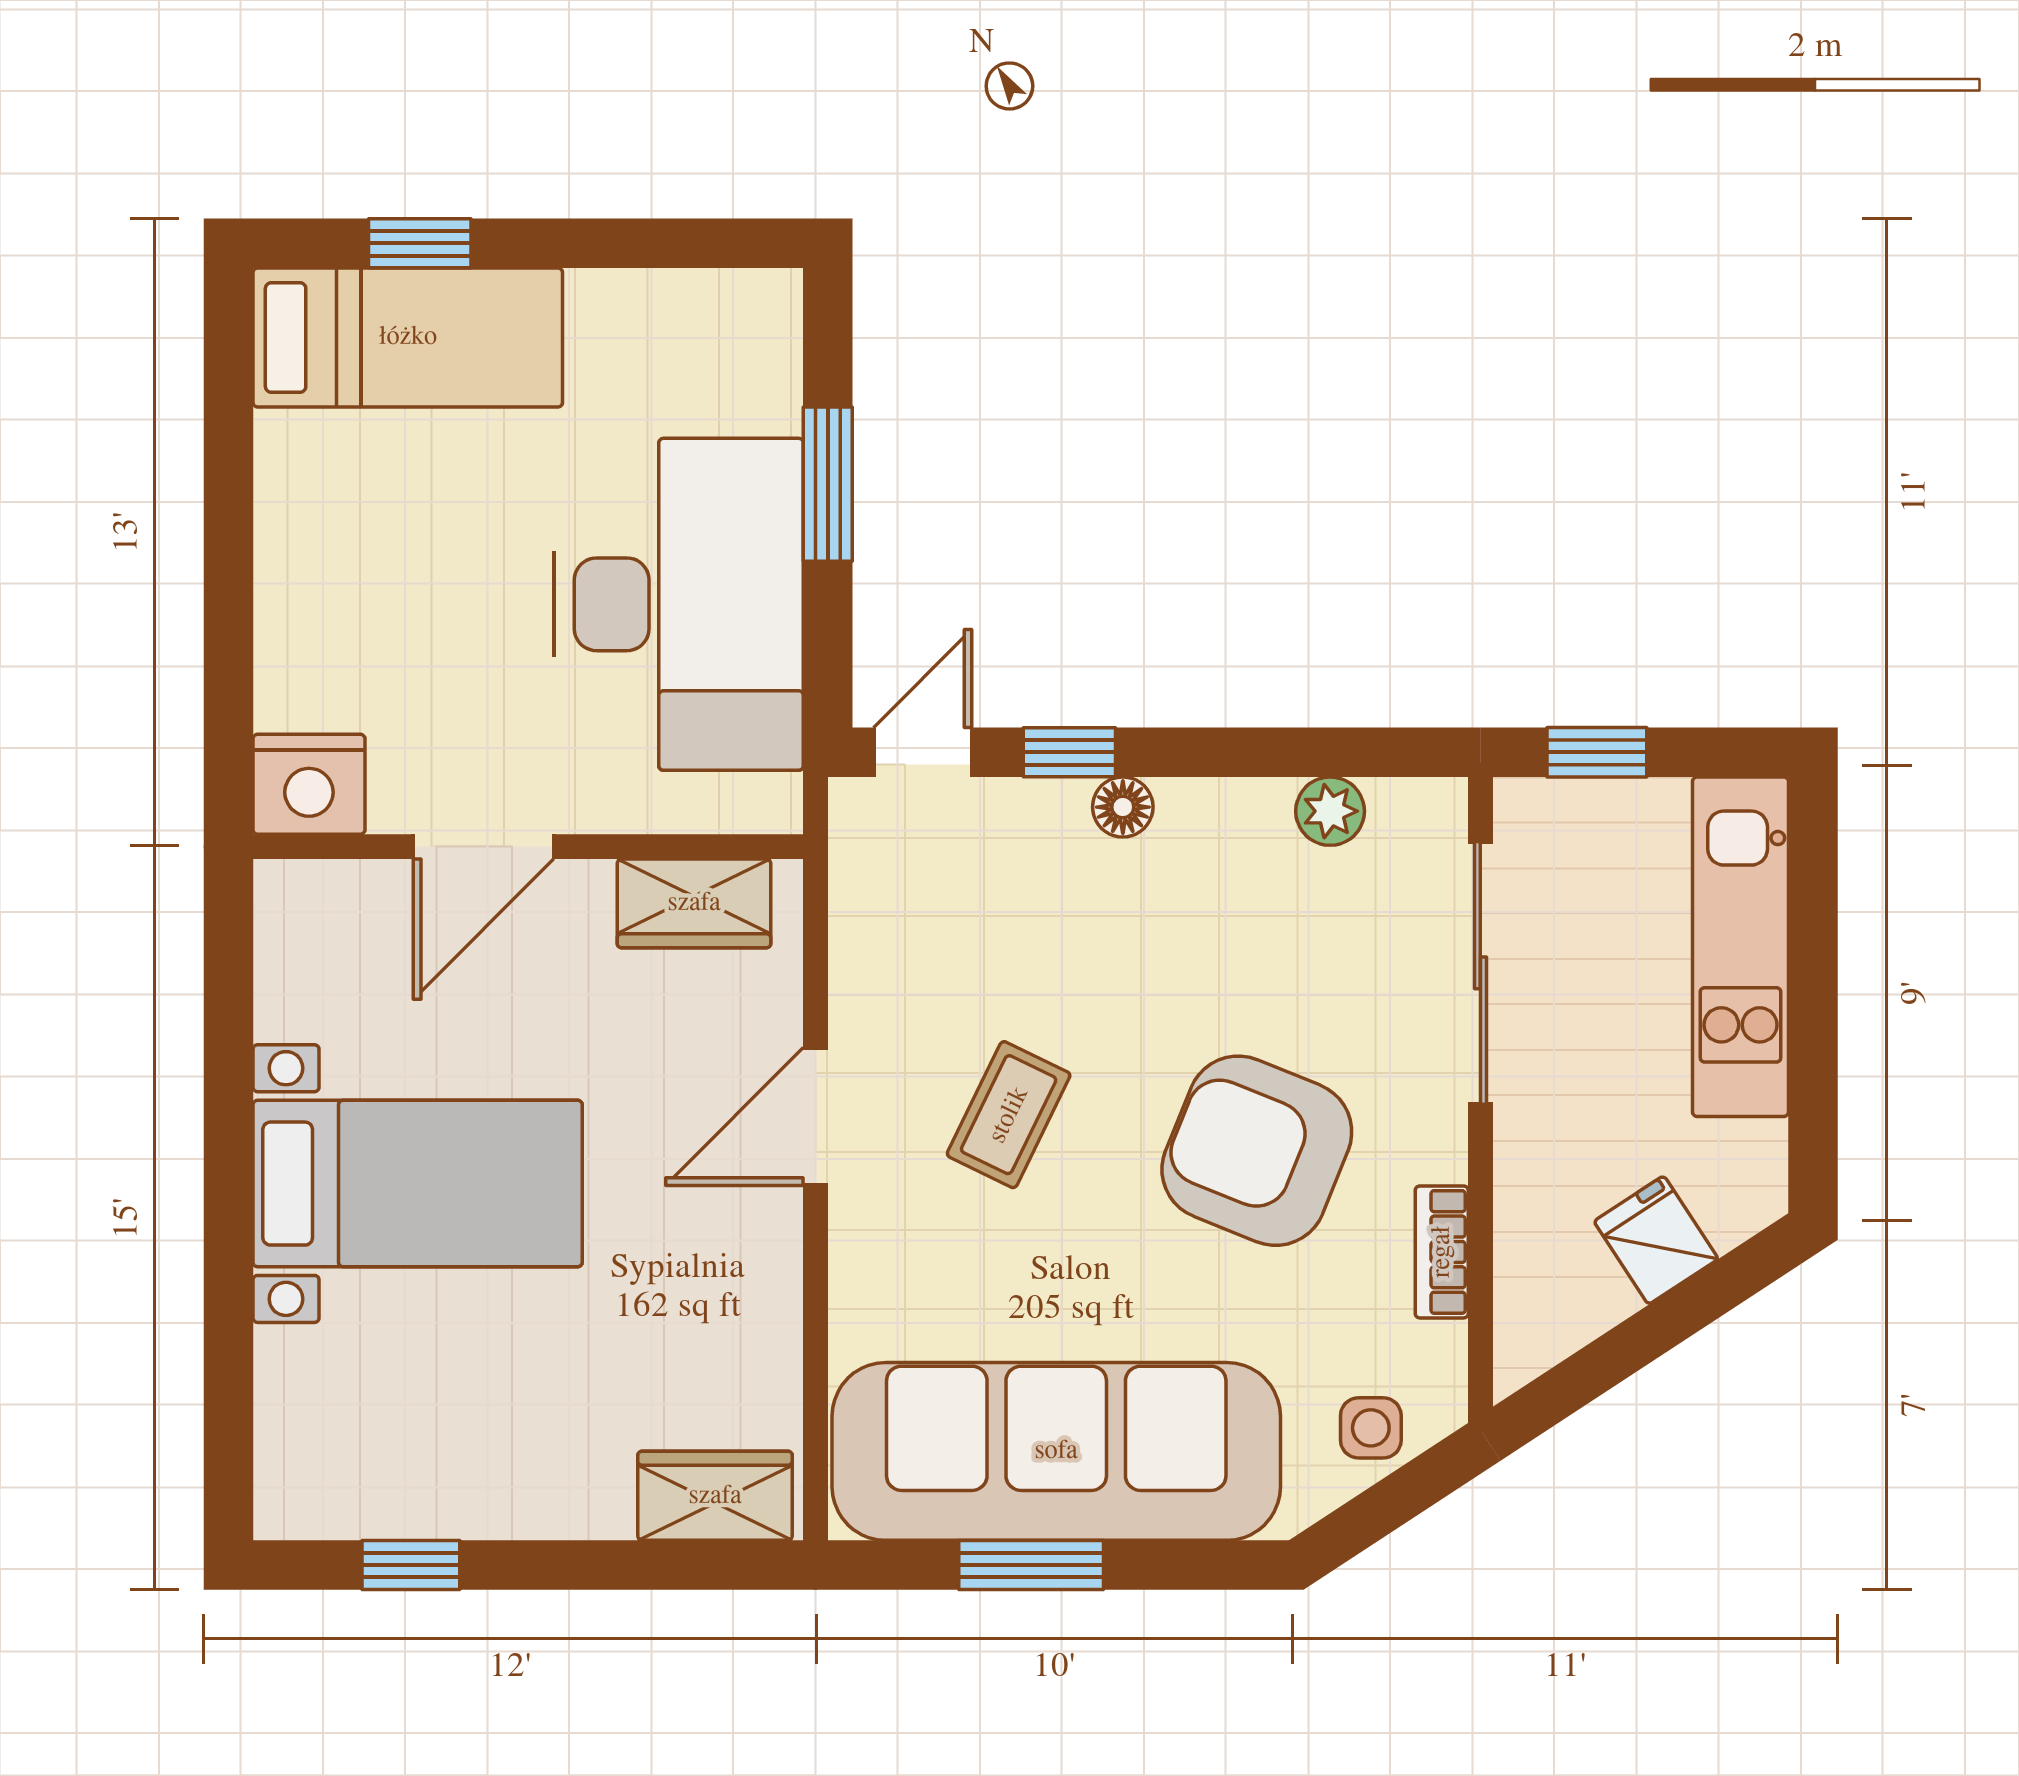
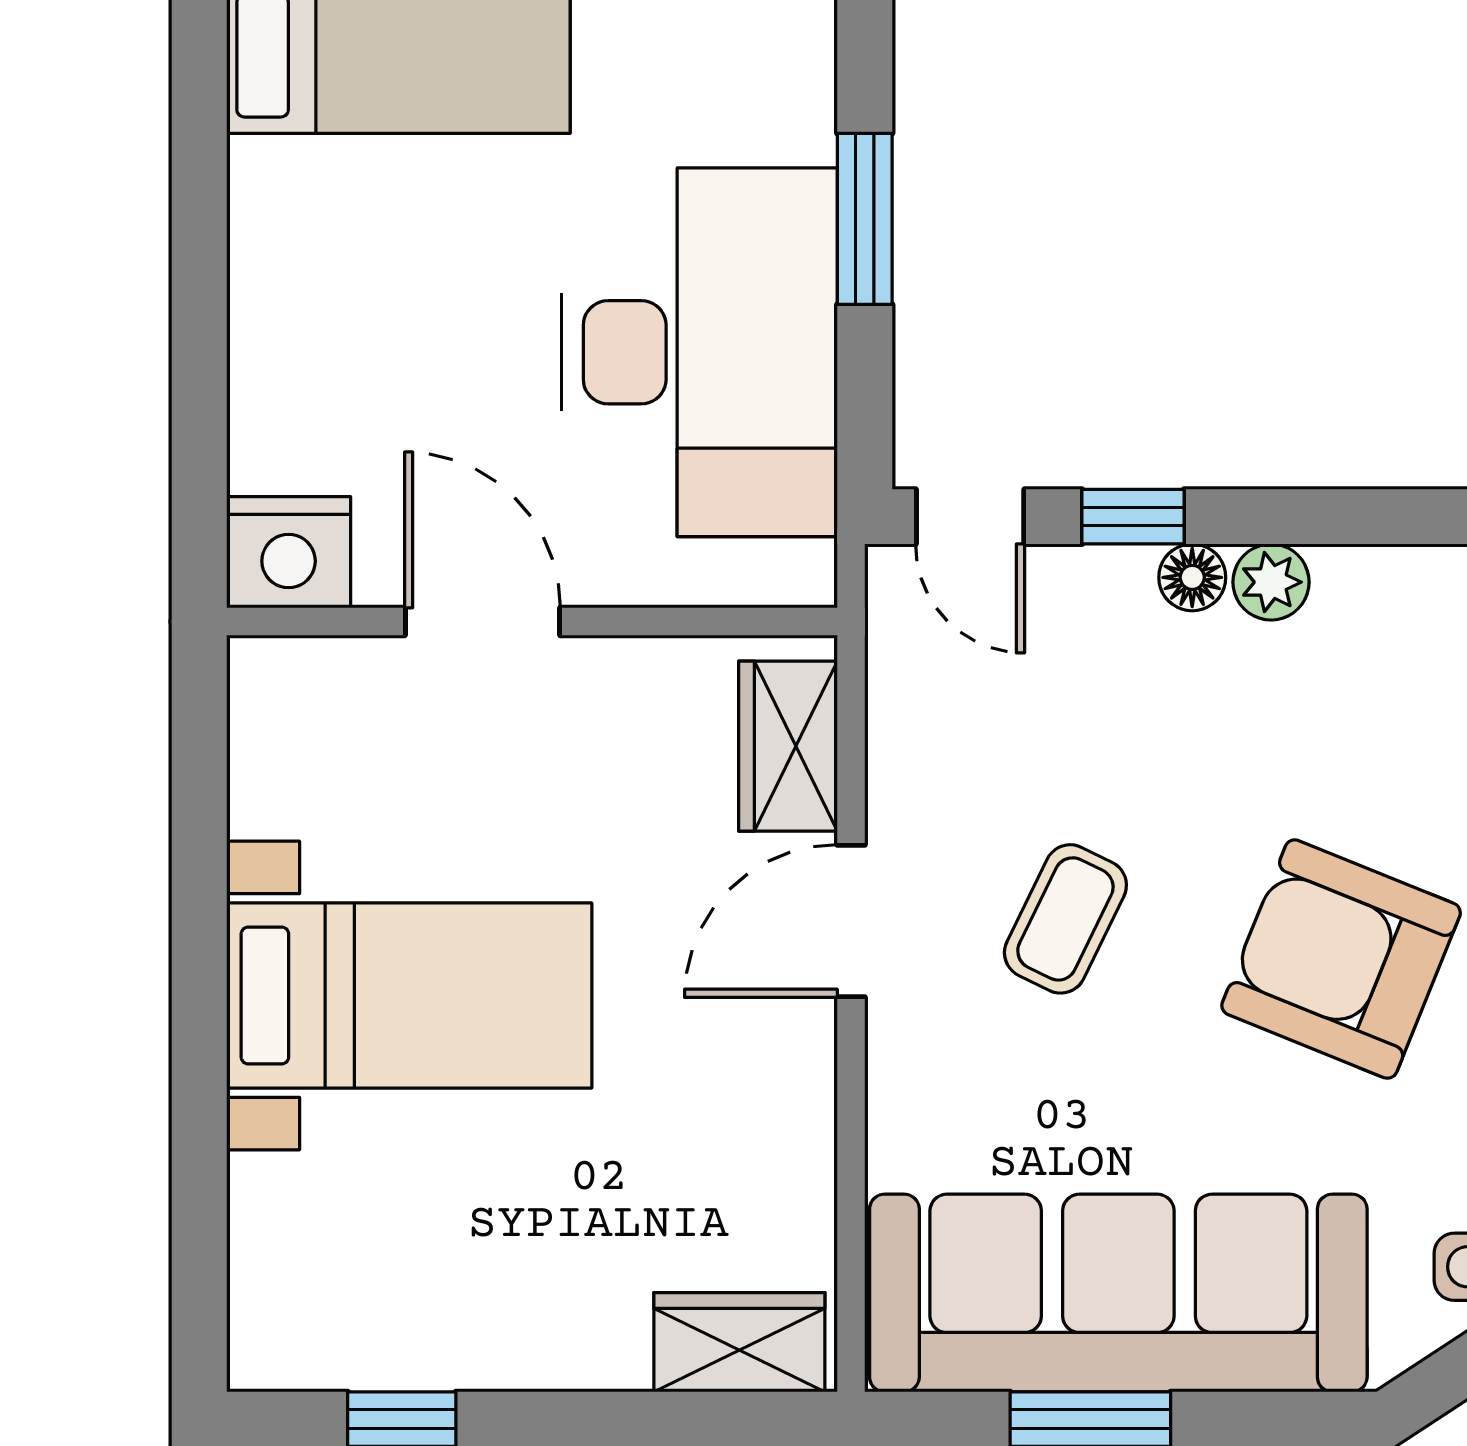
door: (923, 752) -> (970, 517), swing flipped
plant: (1330, 811) -> (1271, 582), moved
door: (484, 847) -> (482, 621), swing flipped
wardrobe: (694, 903) -> (788, 746), moved, turned 90

